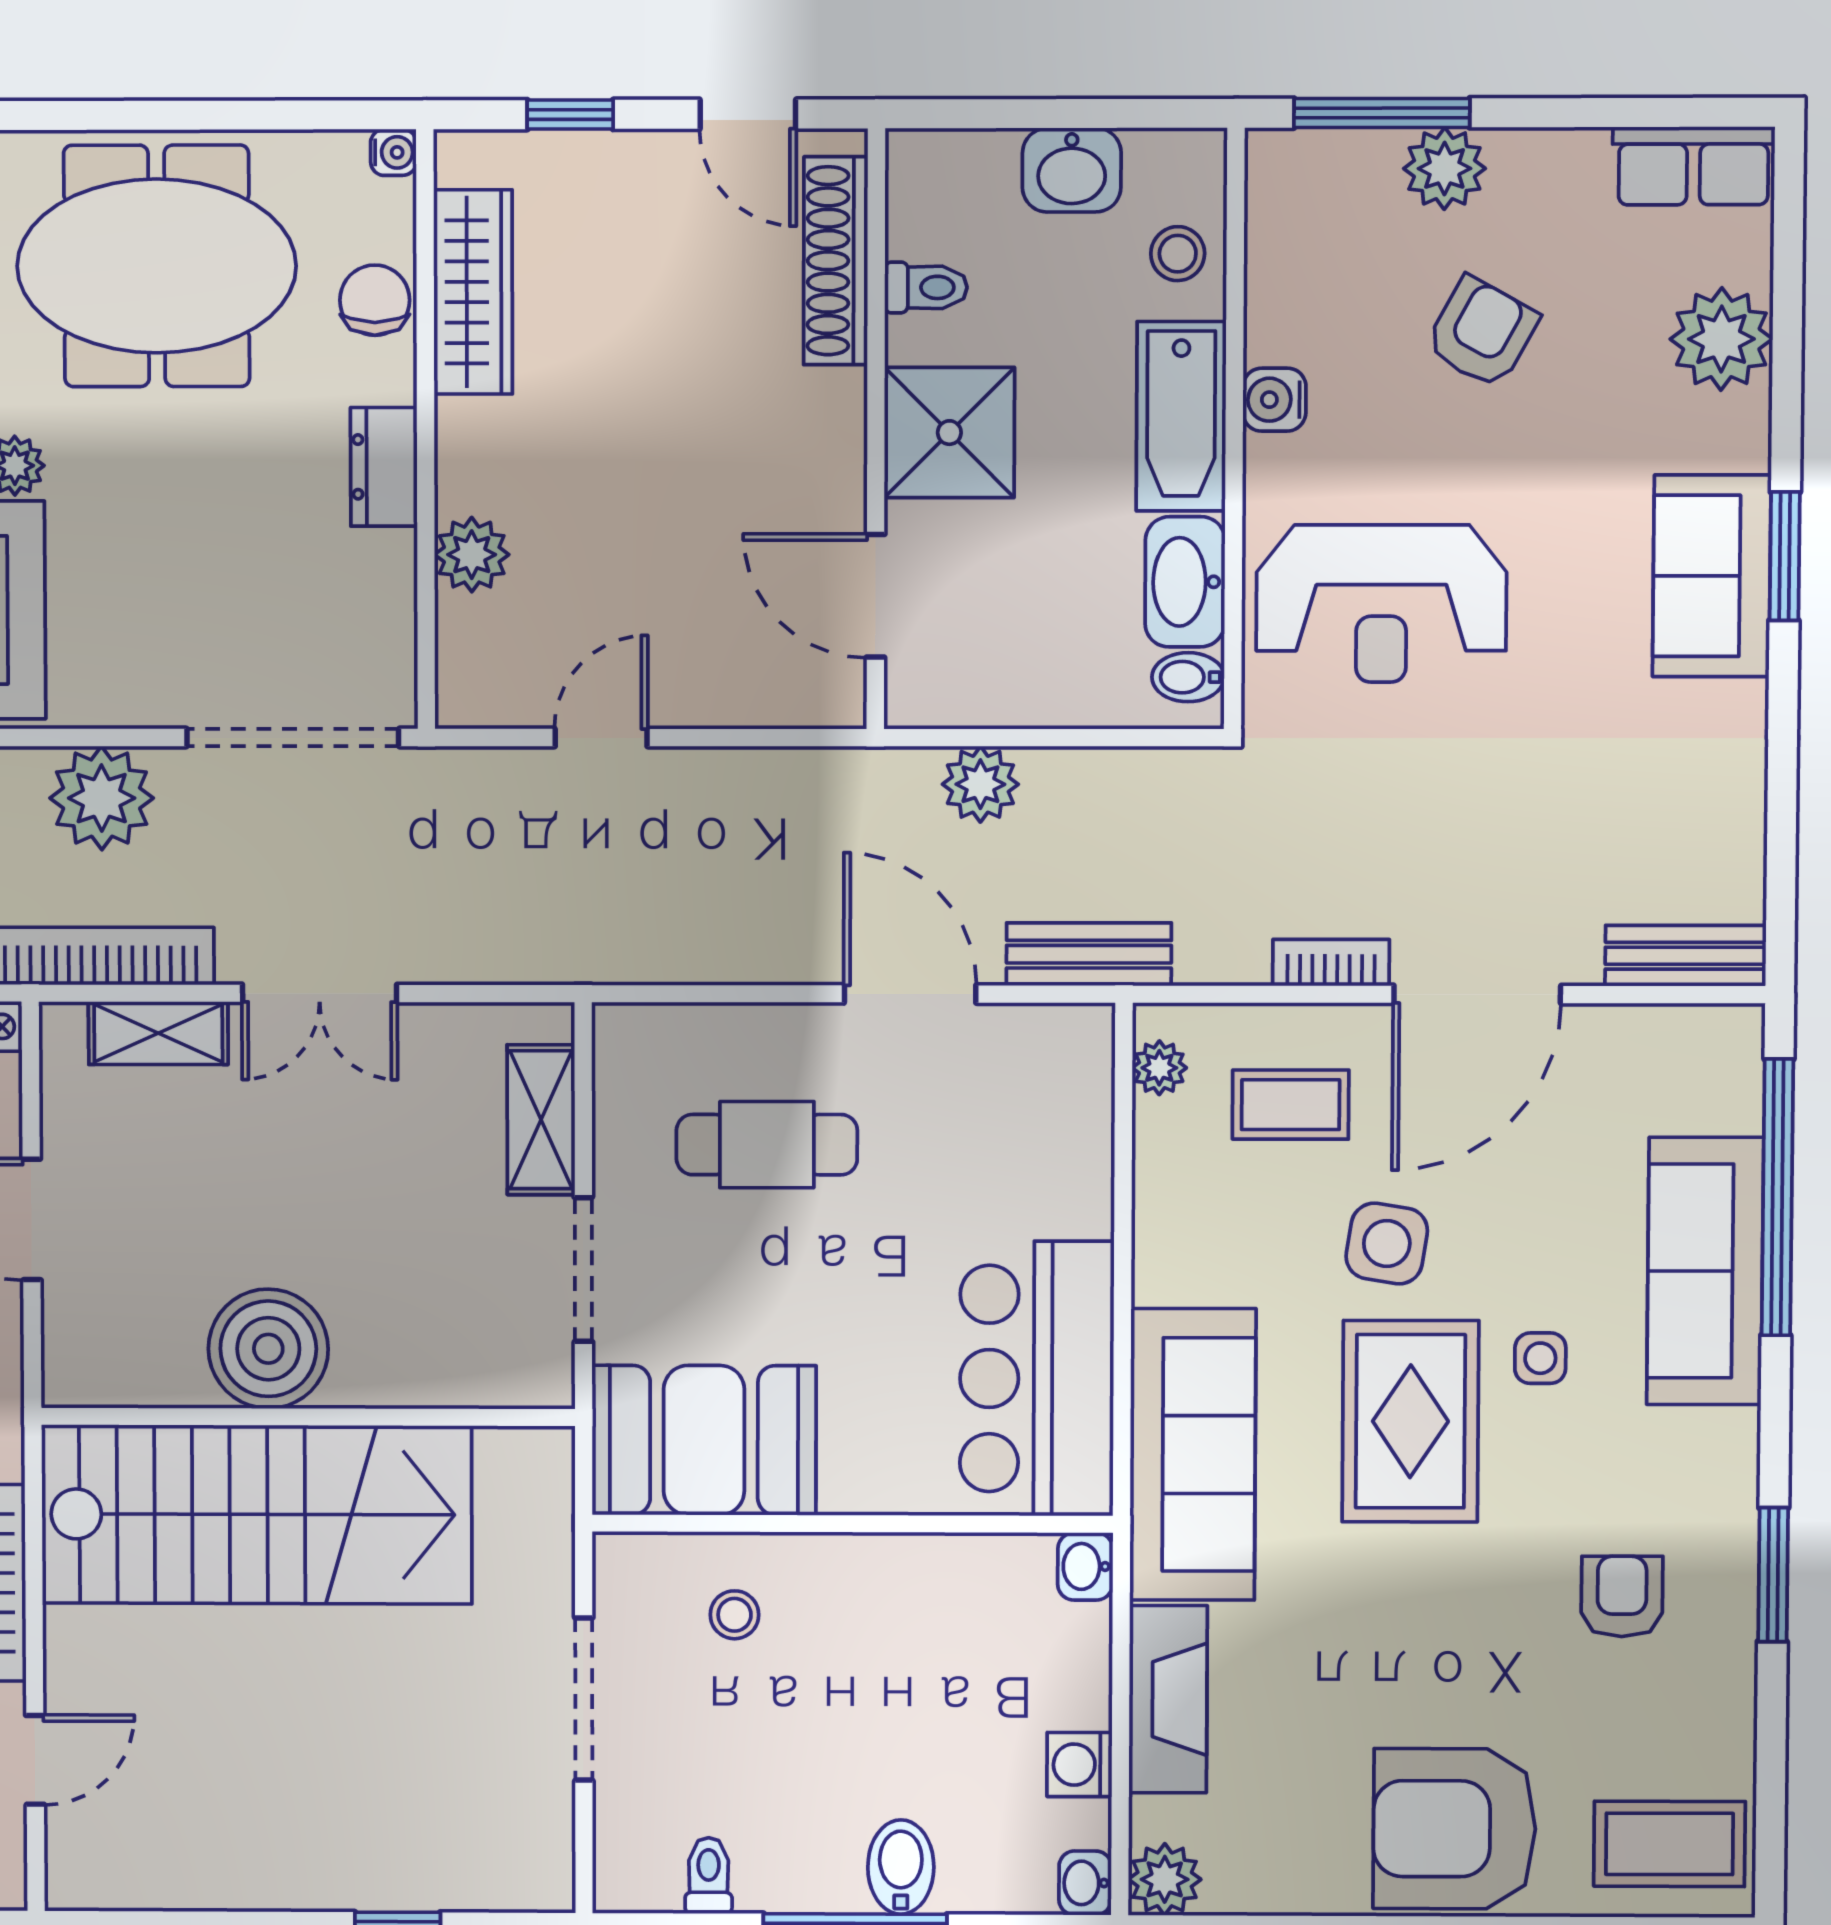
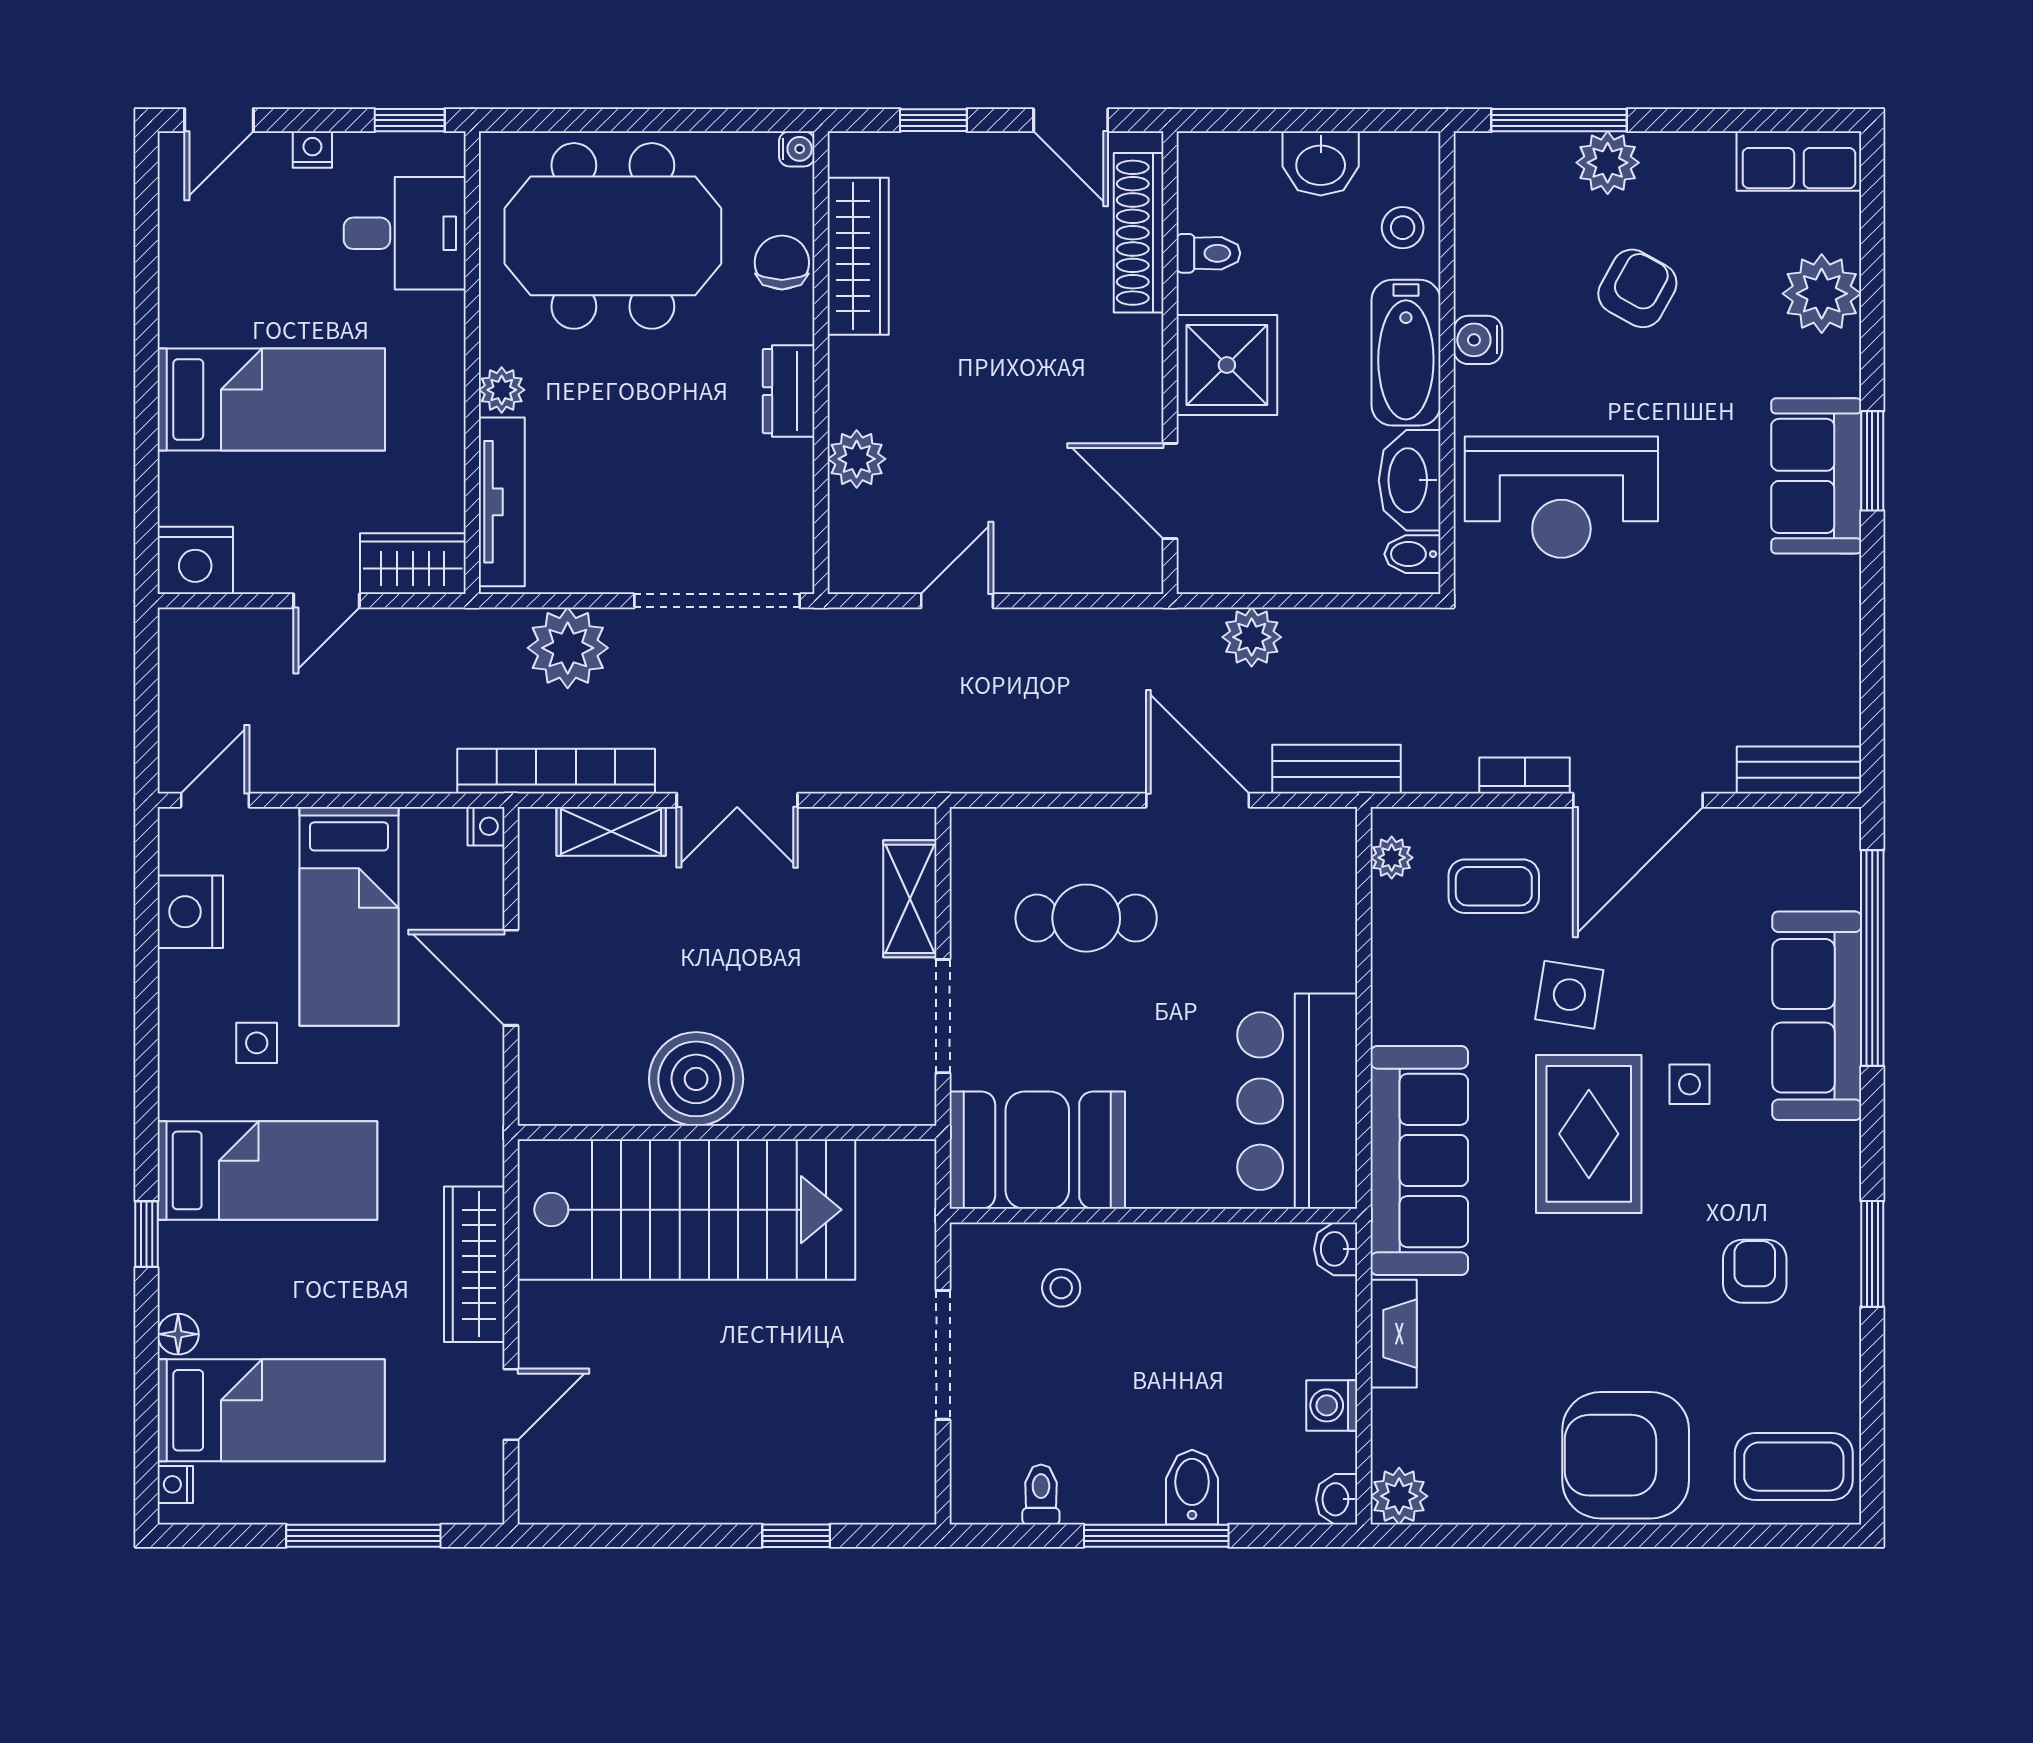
fireplace: (1168, 1699) -> (1394, 1334), width x0.73, depth x0.76

